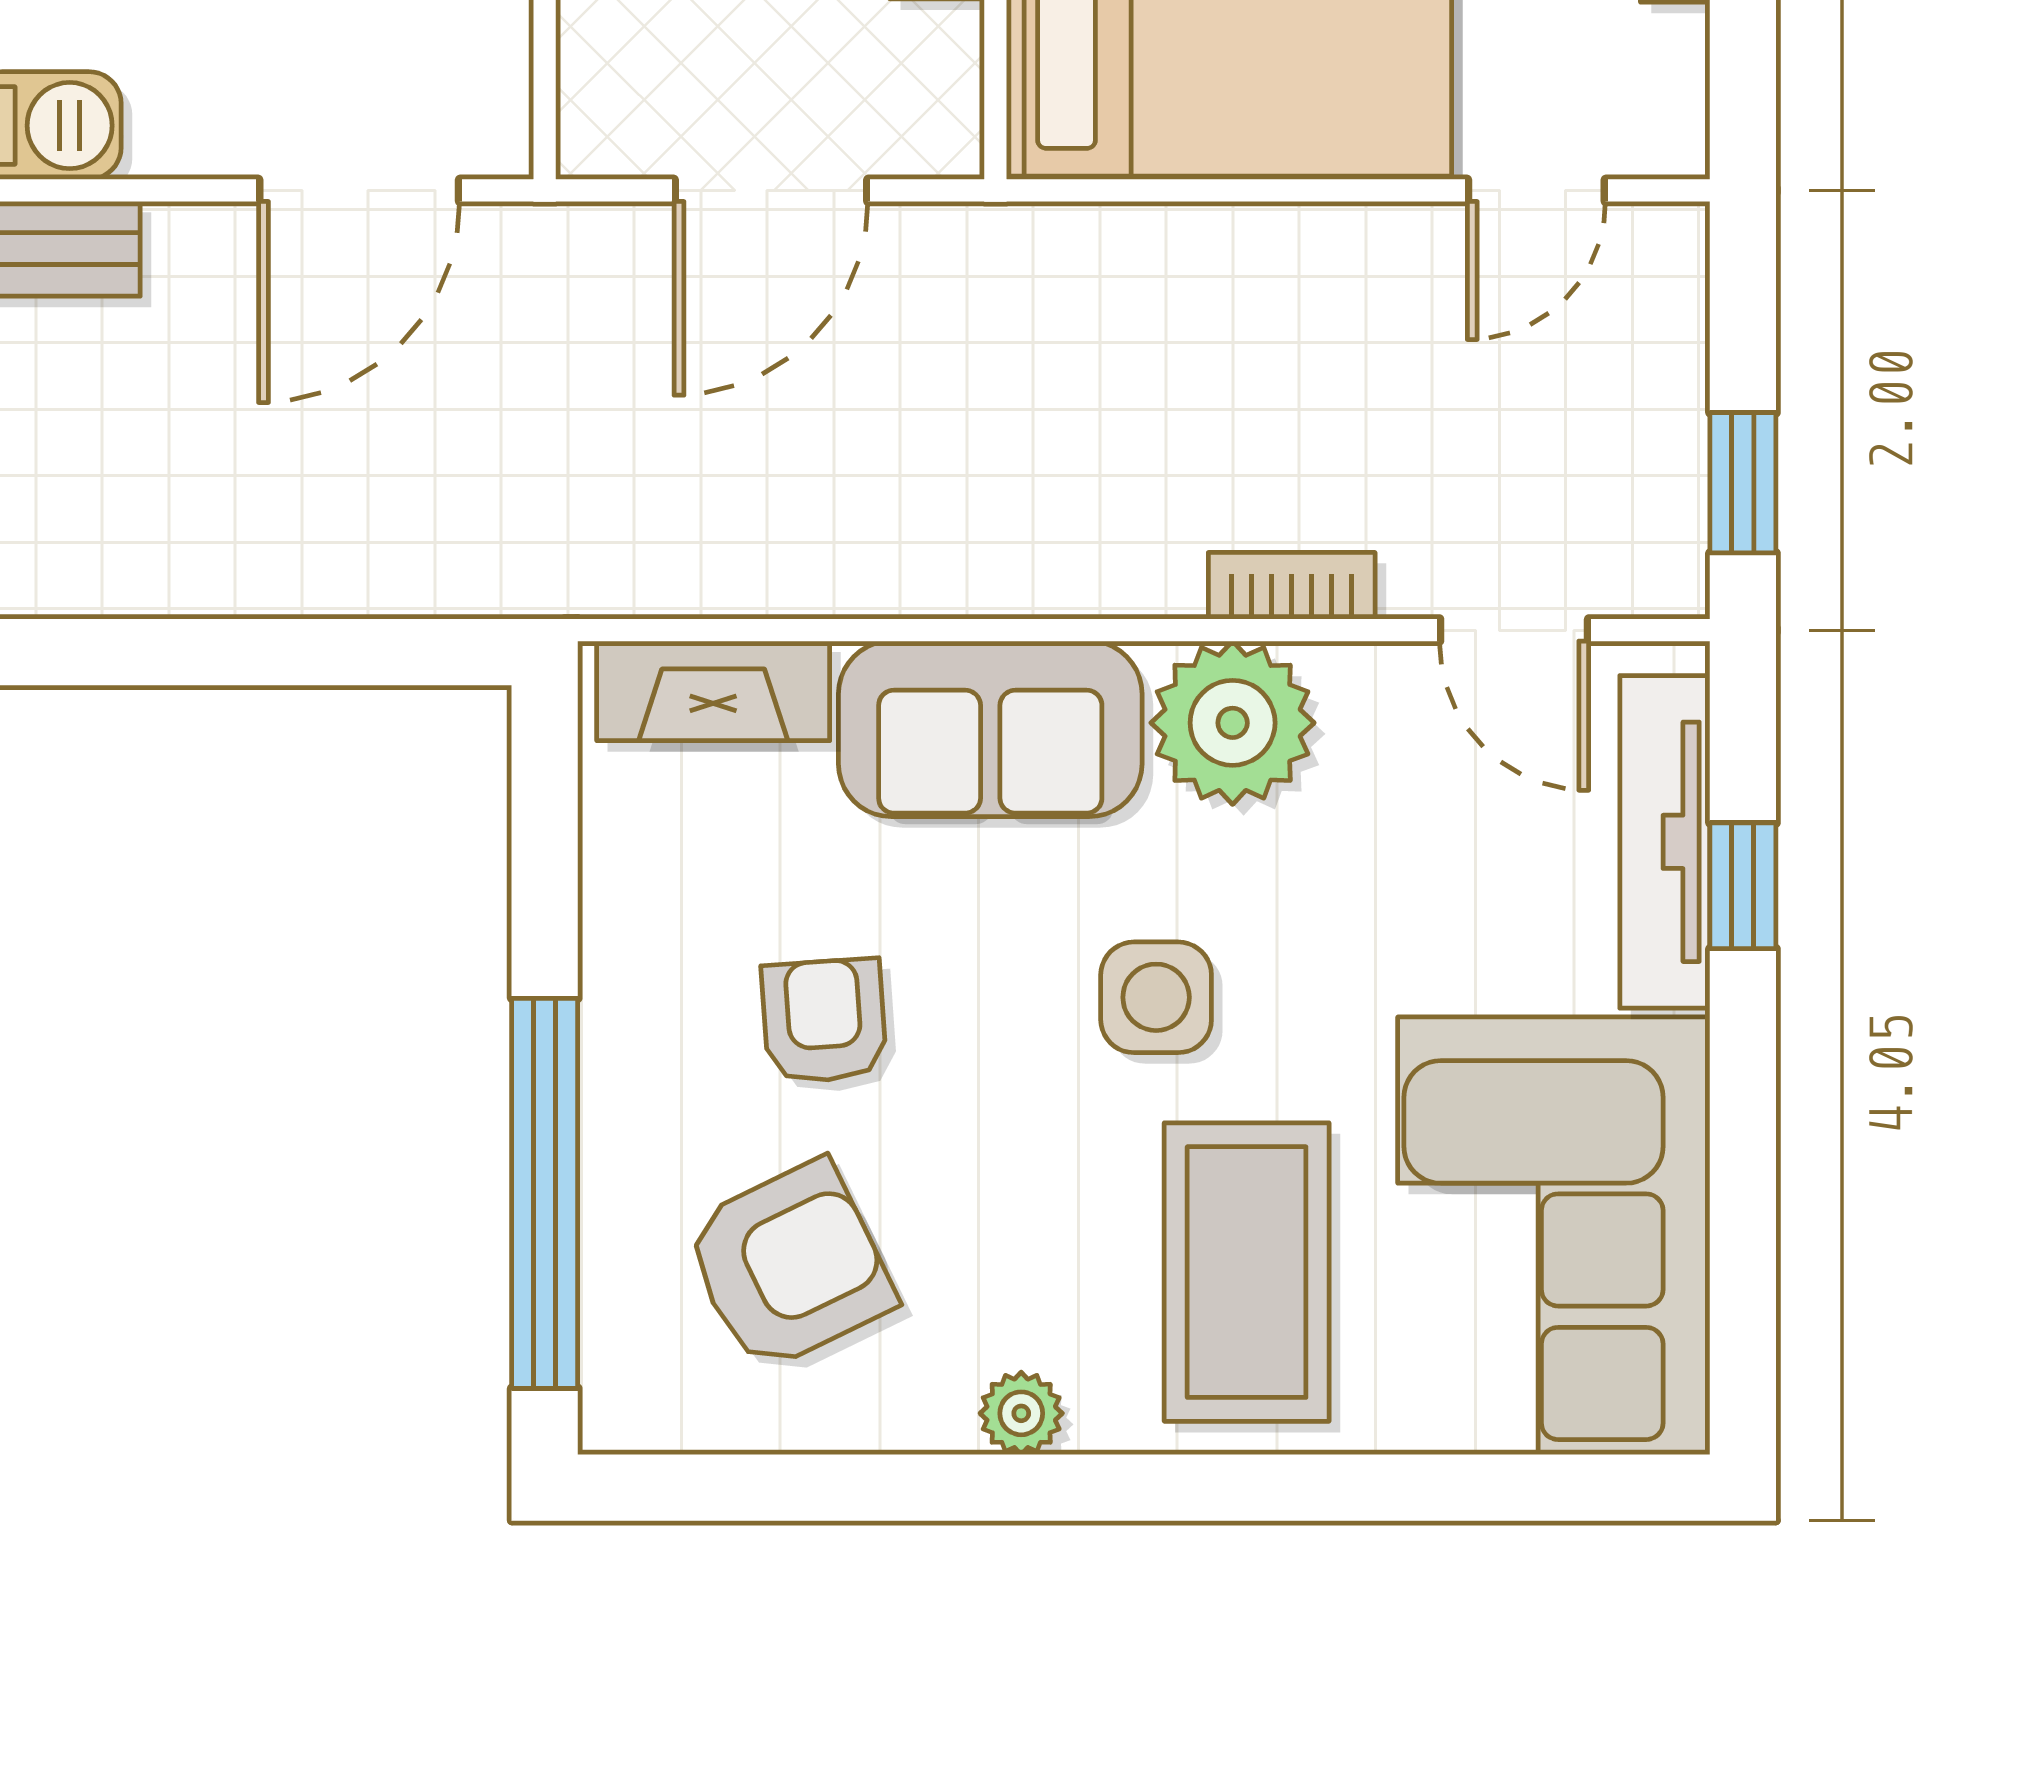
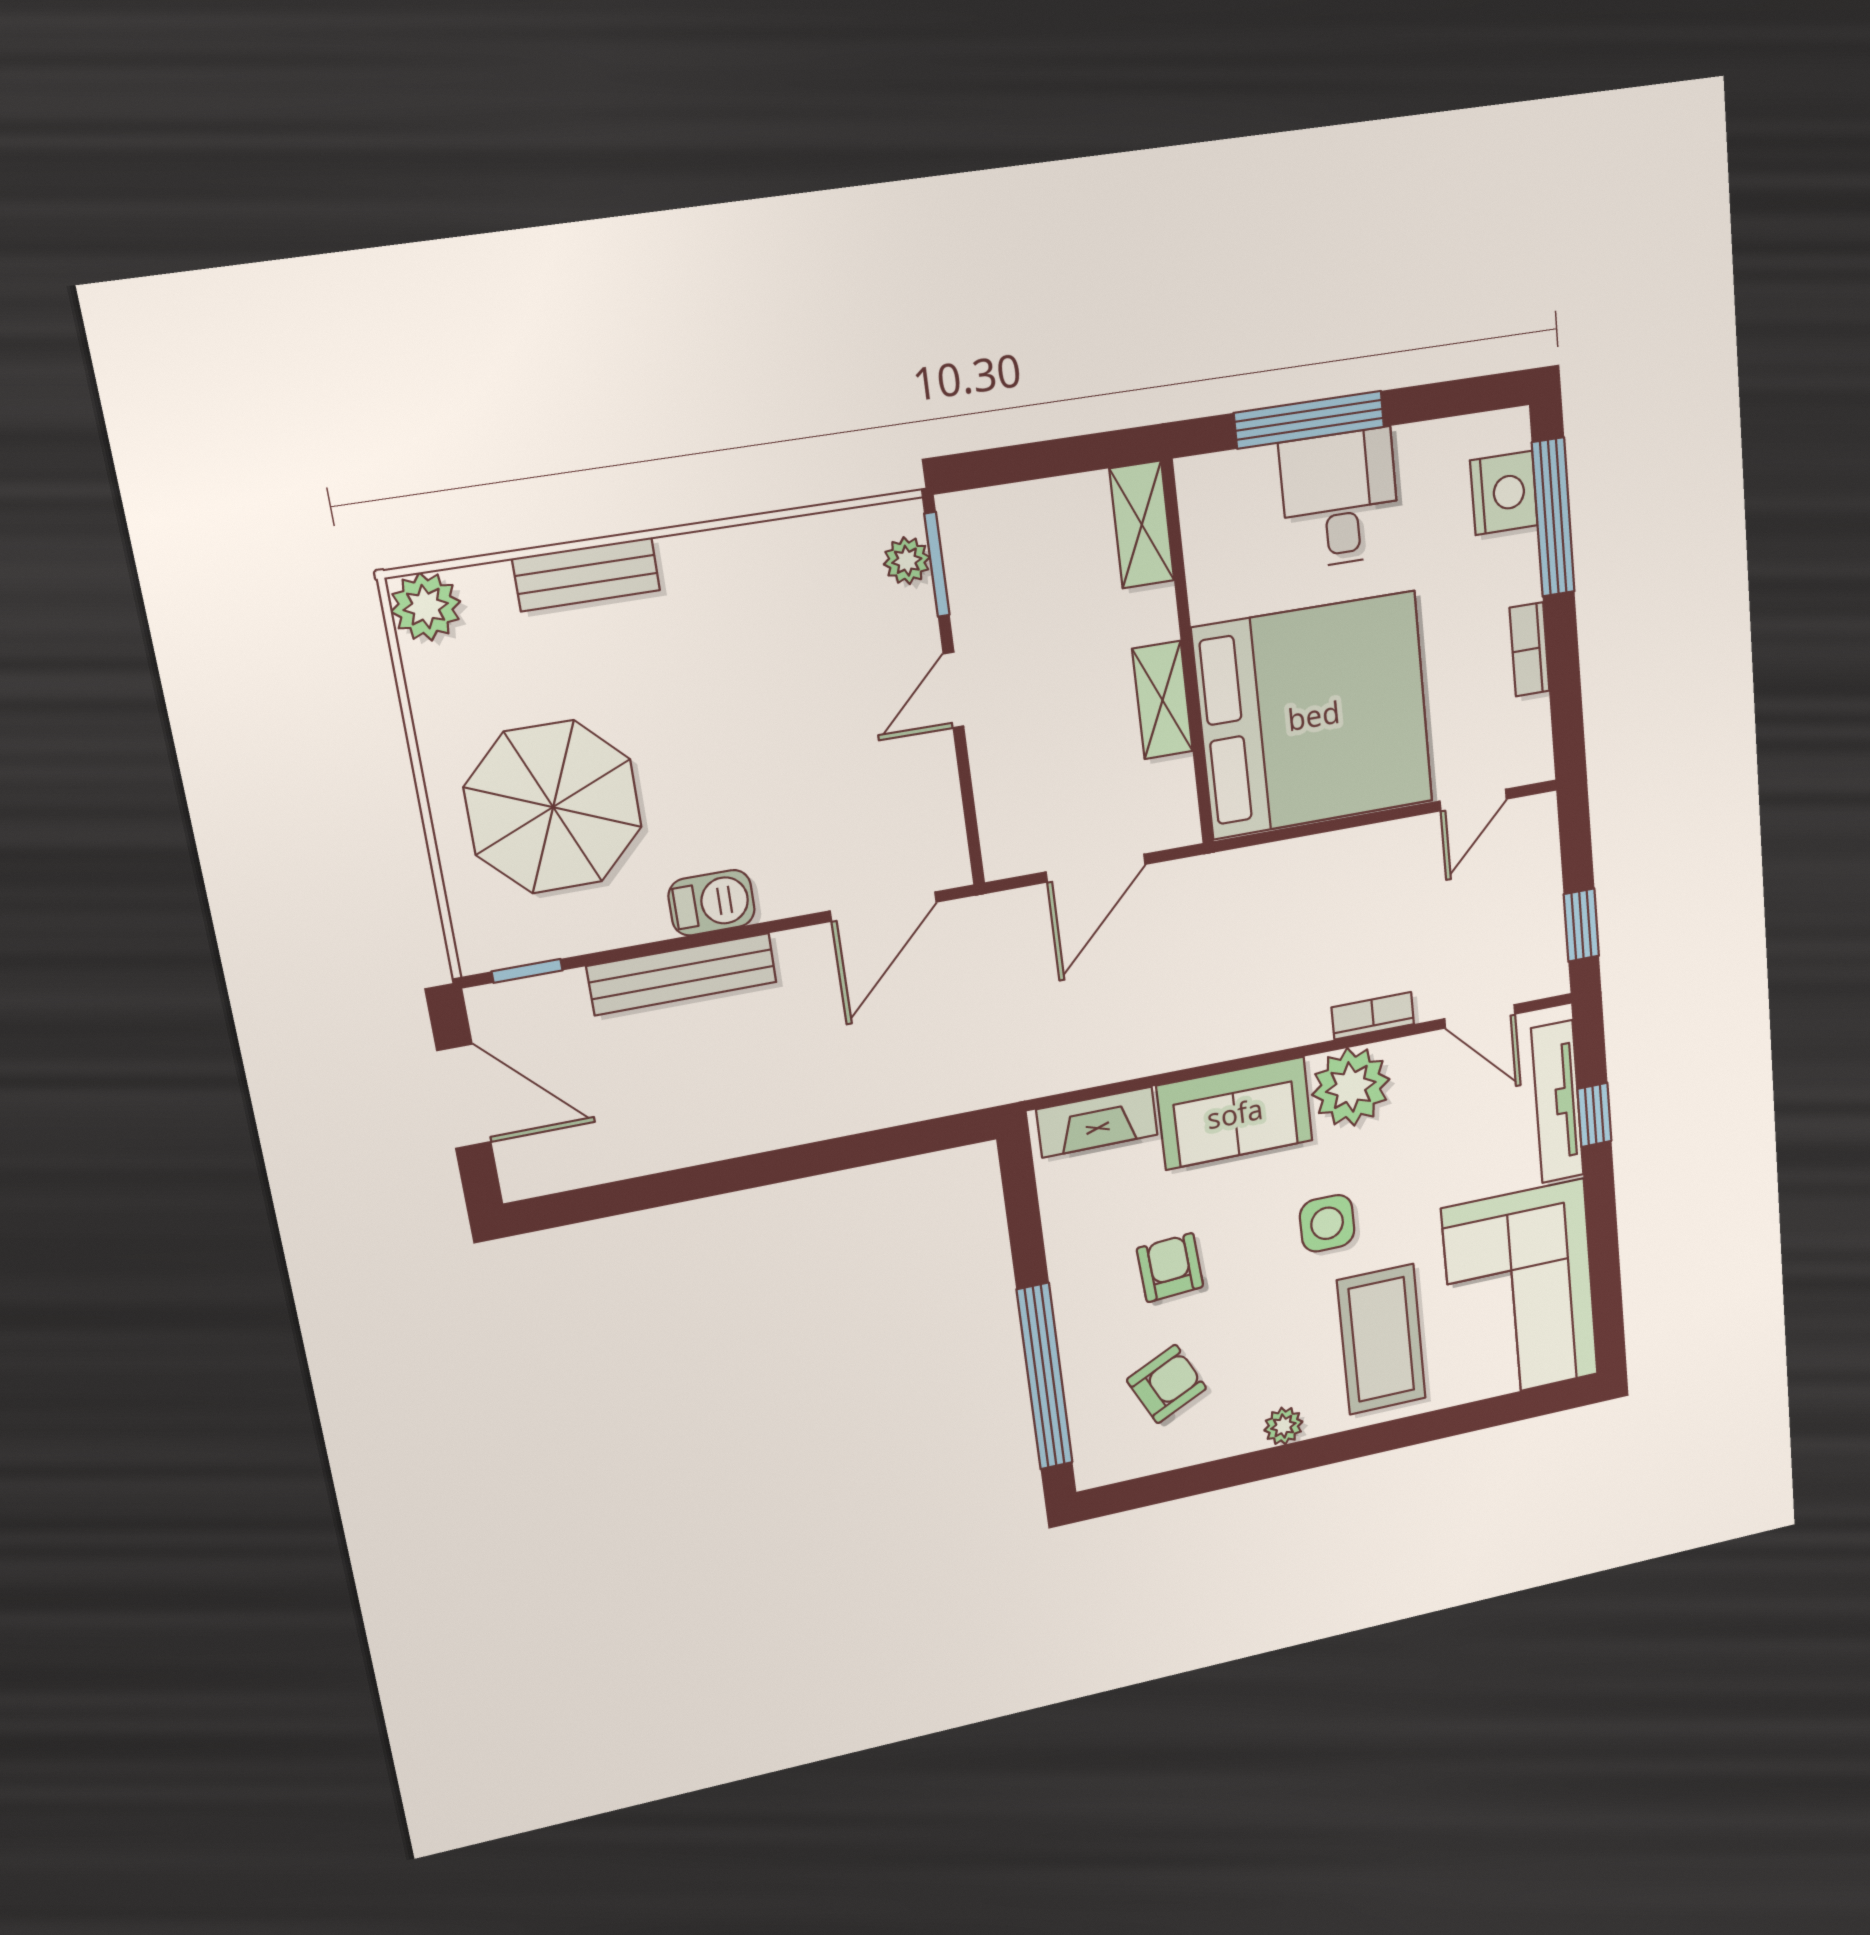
armchair: (789, 1266) -> (1167, 1384), width x0.72, depth x0.72

